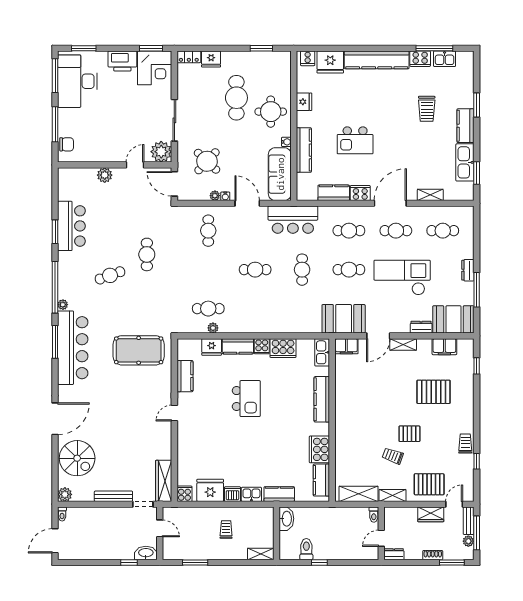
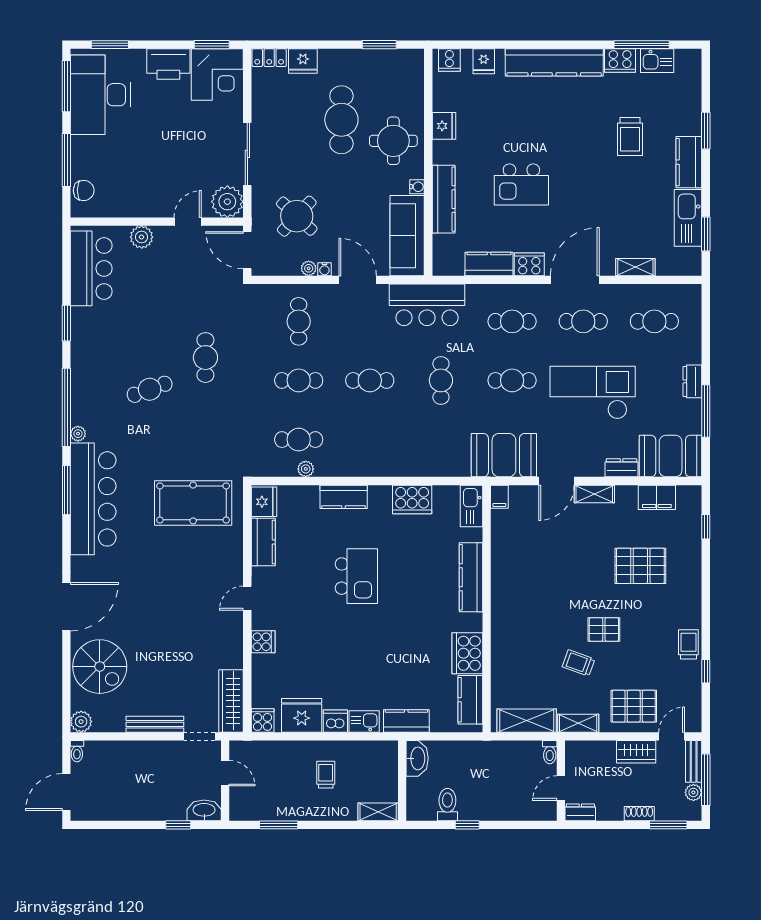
fridge: (330, 62) -> (484, 61), width x0.53, depth x0.75
bar counter: (71, 226) -> (91, 268), moved
cafe table: (208, 270) -> (299, 380), added
cooker: (262, 346) -> (263, 642), moved, turned -90
filing cabinet: (346, 346) -> (499, 497), width x0.50
fridge: (212, 347) -> (264, 502), moved, turned -90

